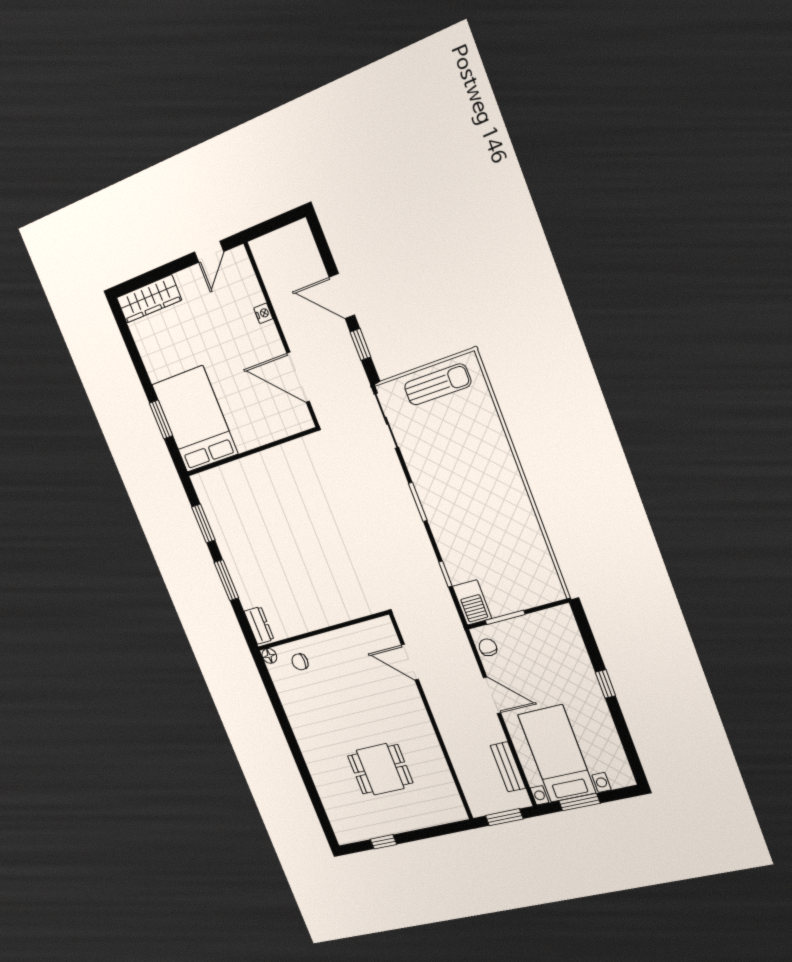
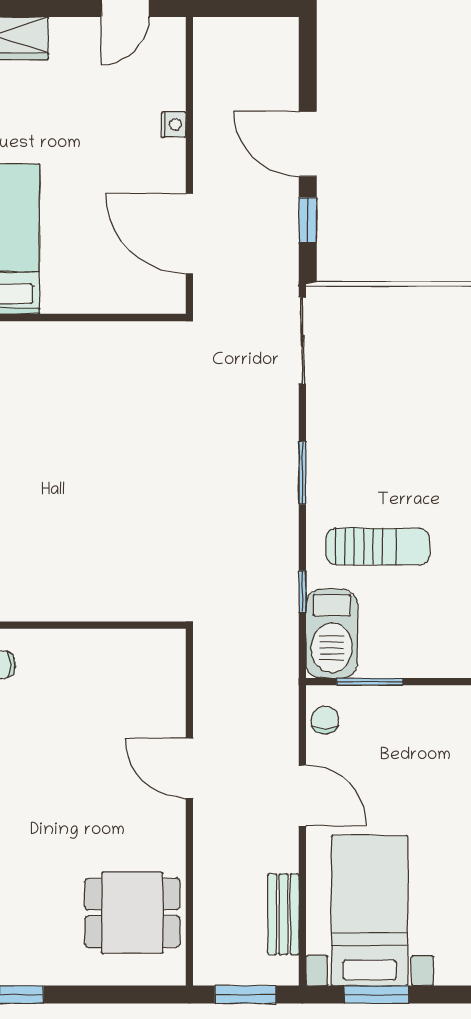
sun lounger: (438, 384) -> (378, 546), moved
barbecue: (472, 602) -> (332, 634), width x1.37, depth x1.21
door: (410, 662) -> (189, 768), moved
dining table: (380, 769) -> (132, 913), moved

